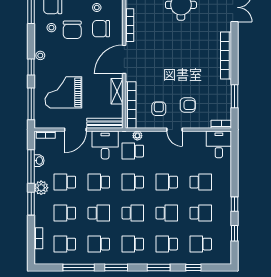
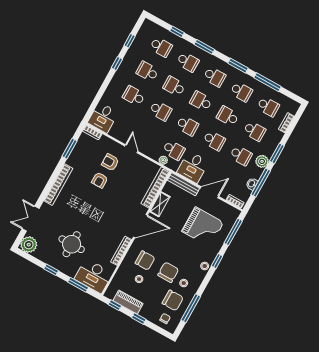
armchair: (159, 109) -> (100, 180), moved

